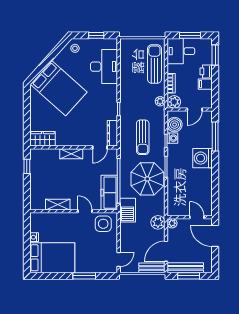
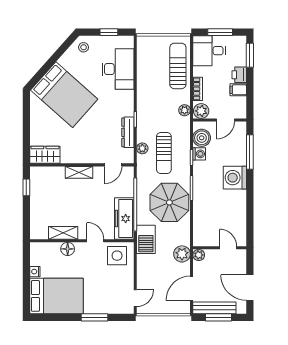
dresser: (112, 133) -> (128, 132), moved
plant: (124, 133) -> (142, 148), added
floor lamp: (62, 218) -> (68, 249), added
door: (215, 236) -> (250, 288), moved
bench: (152, 268) -> (175, 308), removed

